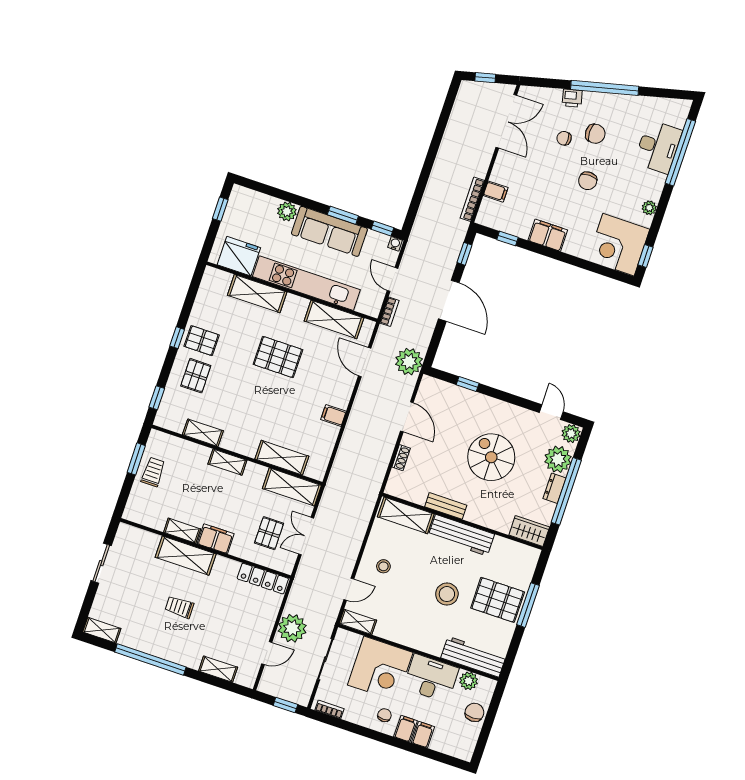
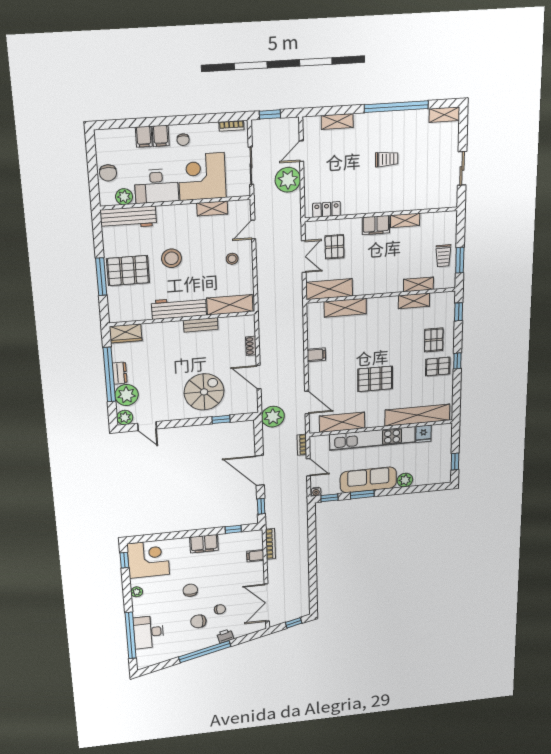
fridge: (239, 256) -> (423, 434), width x0.53, depth x0.75
shelving: (257, 294) -> (417, 415), width x1.47
spiral stairs: (491, 457) -> (204, 392), moved, turned -90
shelving: (227, 462) -> (419, 284), moved
shelving: (186, 556) -> (396, 202), removed
locker: (263, 579) -> (327, 209), width x0.66
shelving: (358, 622) -> (212, 208), moved

